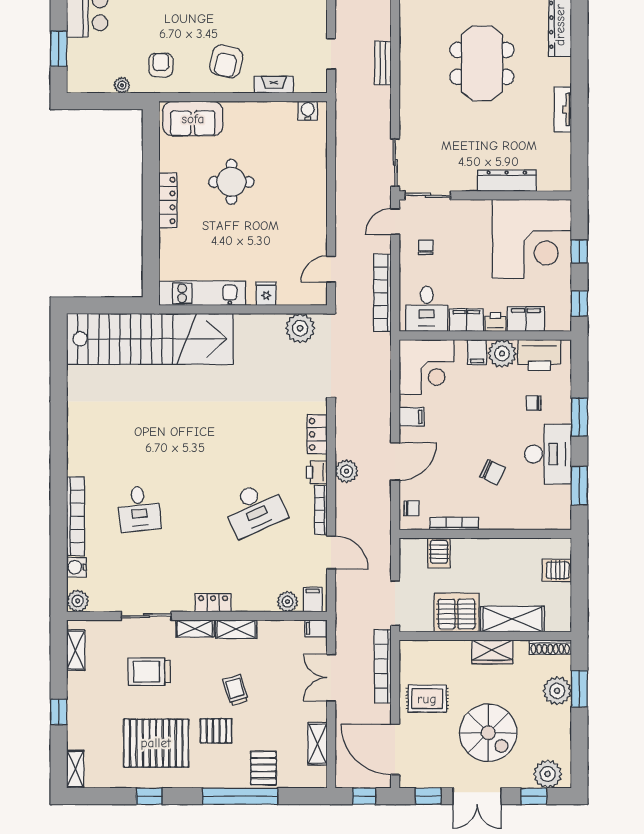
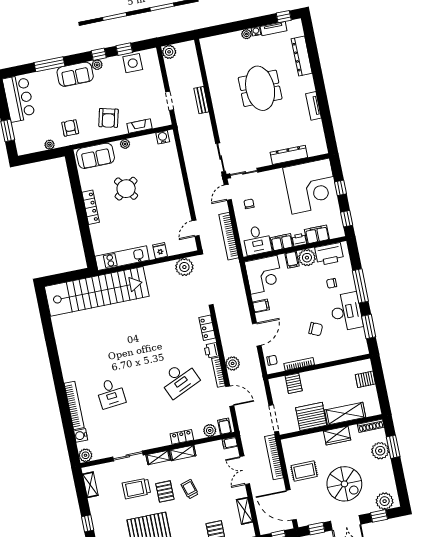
plant: (245, 109) -> (125, 144), added
round table: (231, 182) -> (126, 189), turned -36
window: (579, 417) -> (360, 286), width x1.44
plant: (347, 471) -> (233, 363), moved
locker: (213, 603) -> (182, 437), moved
pallet: (216, 731) -> (165, 491), moved, turned 90

